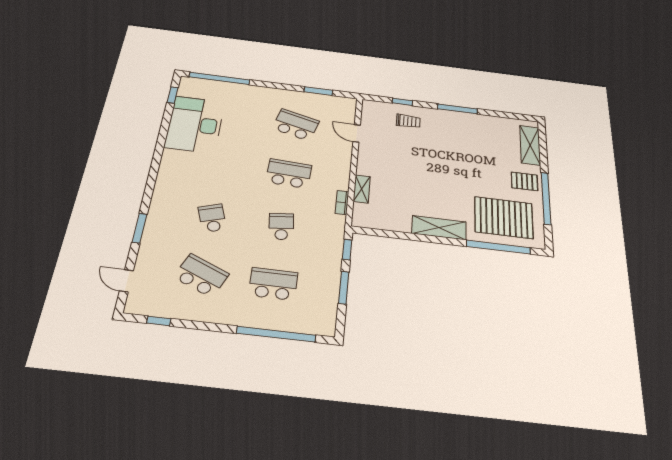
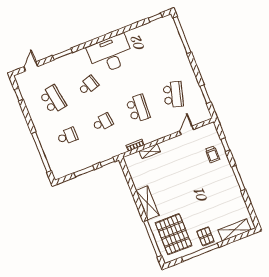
desk: (195, 124) -> (110, 54), moved
school desk: (201, 275) -> (53, 99), turned -33
school desk: (273, 284) -> (67, 136), width x0.54

